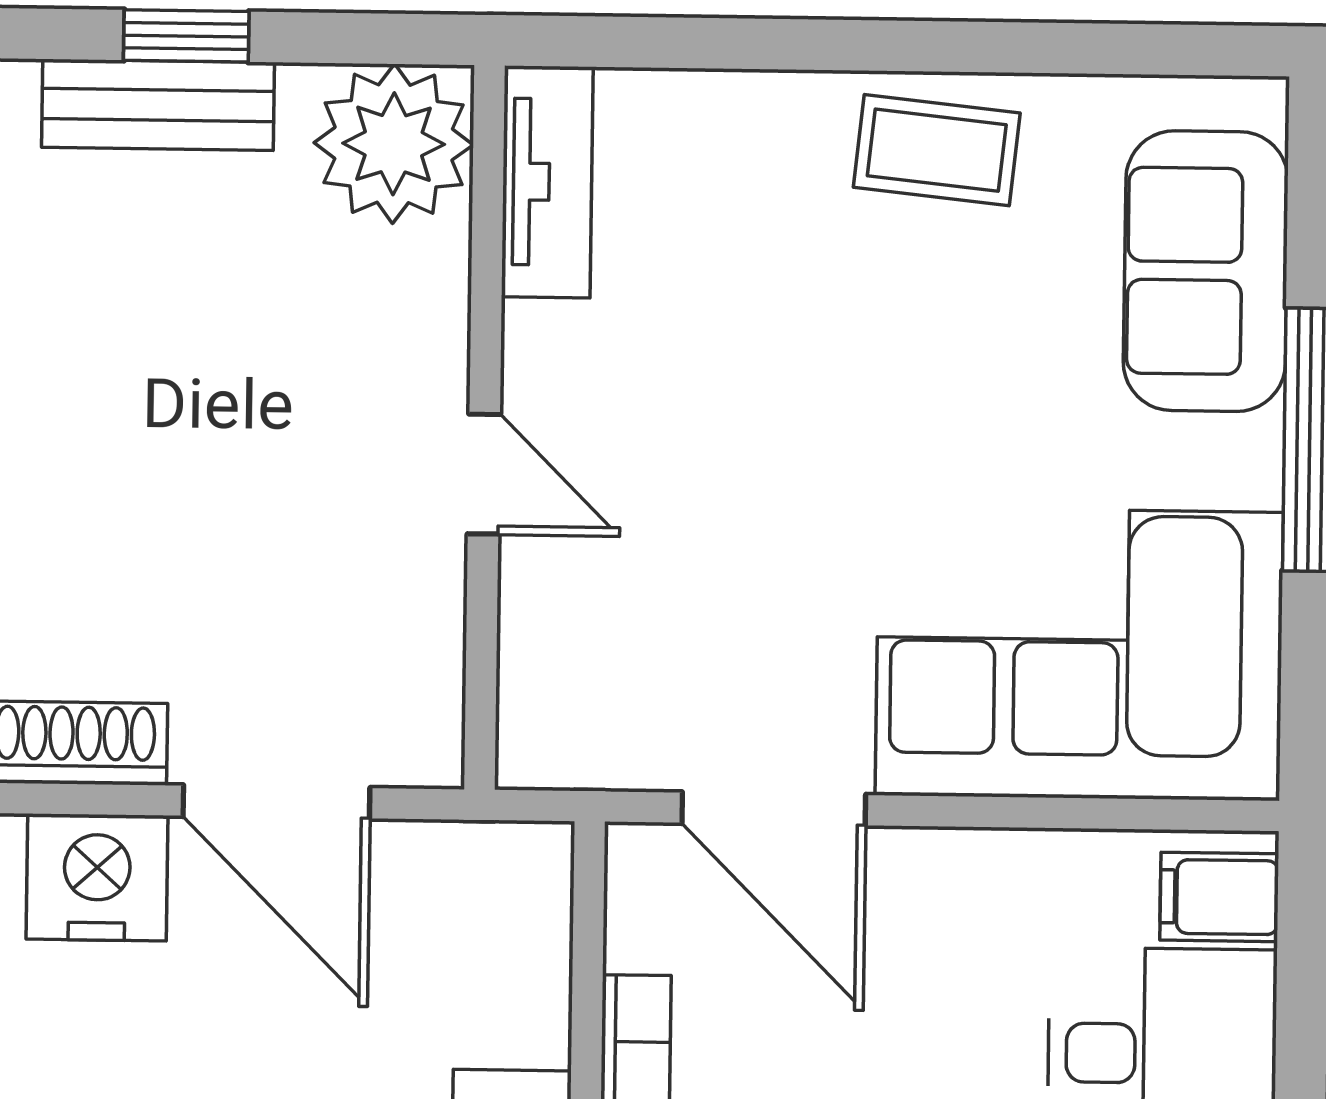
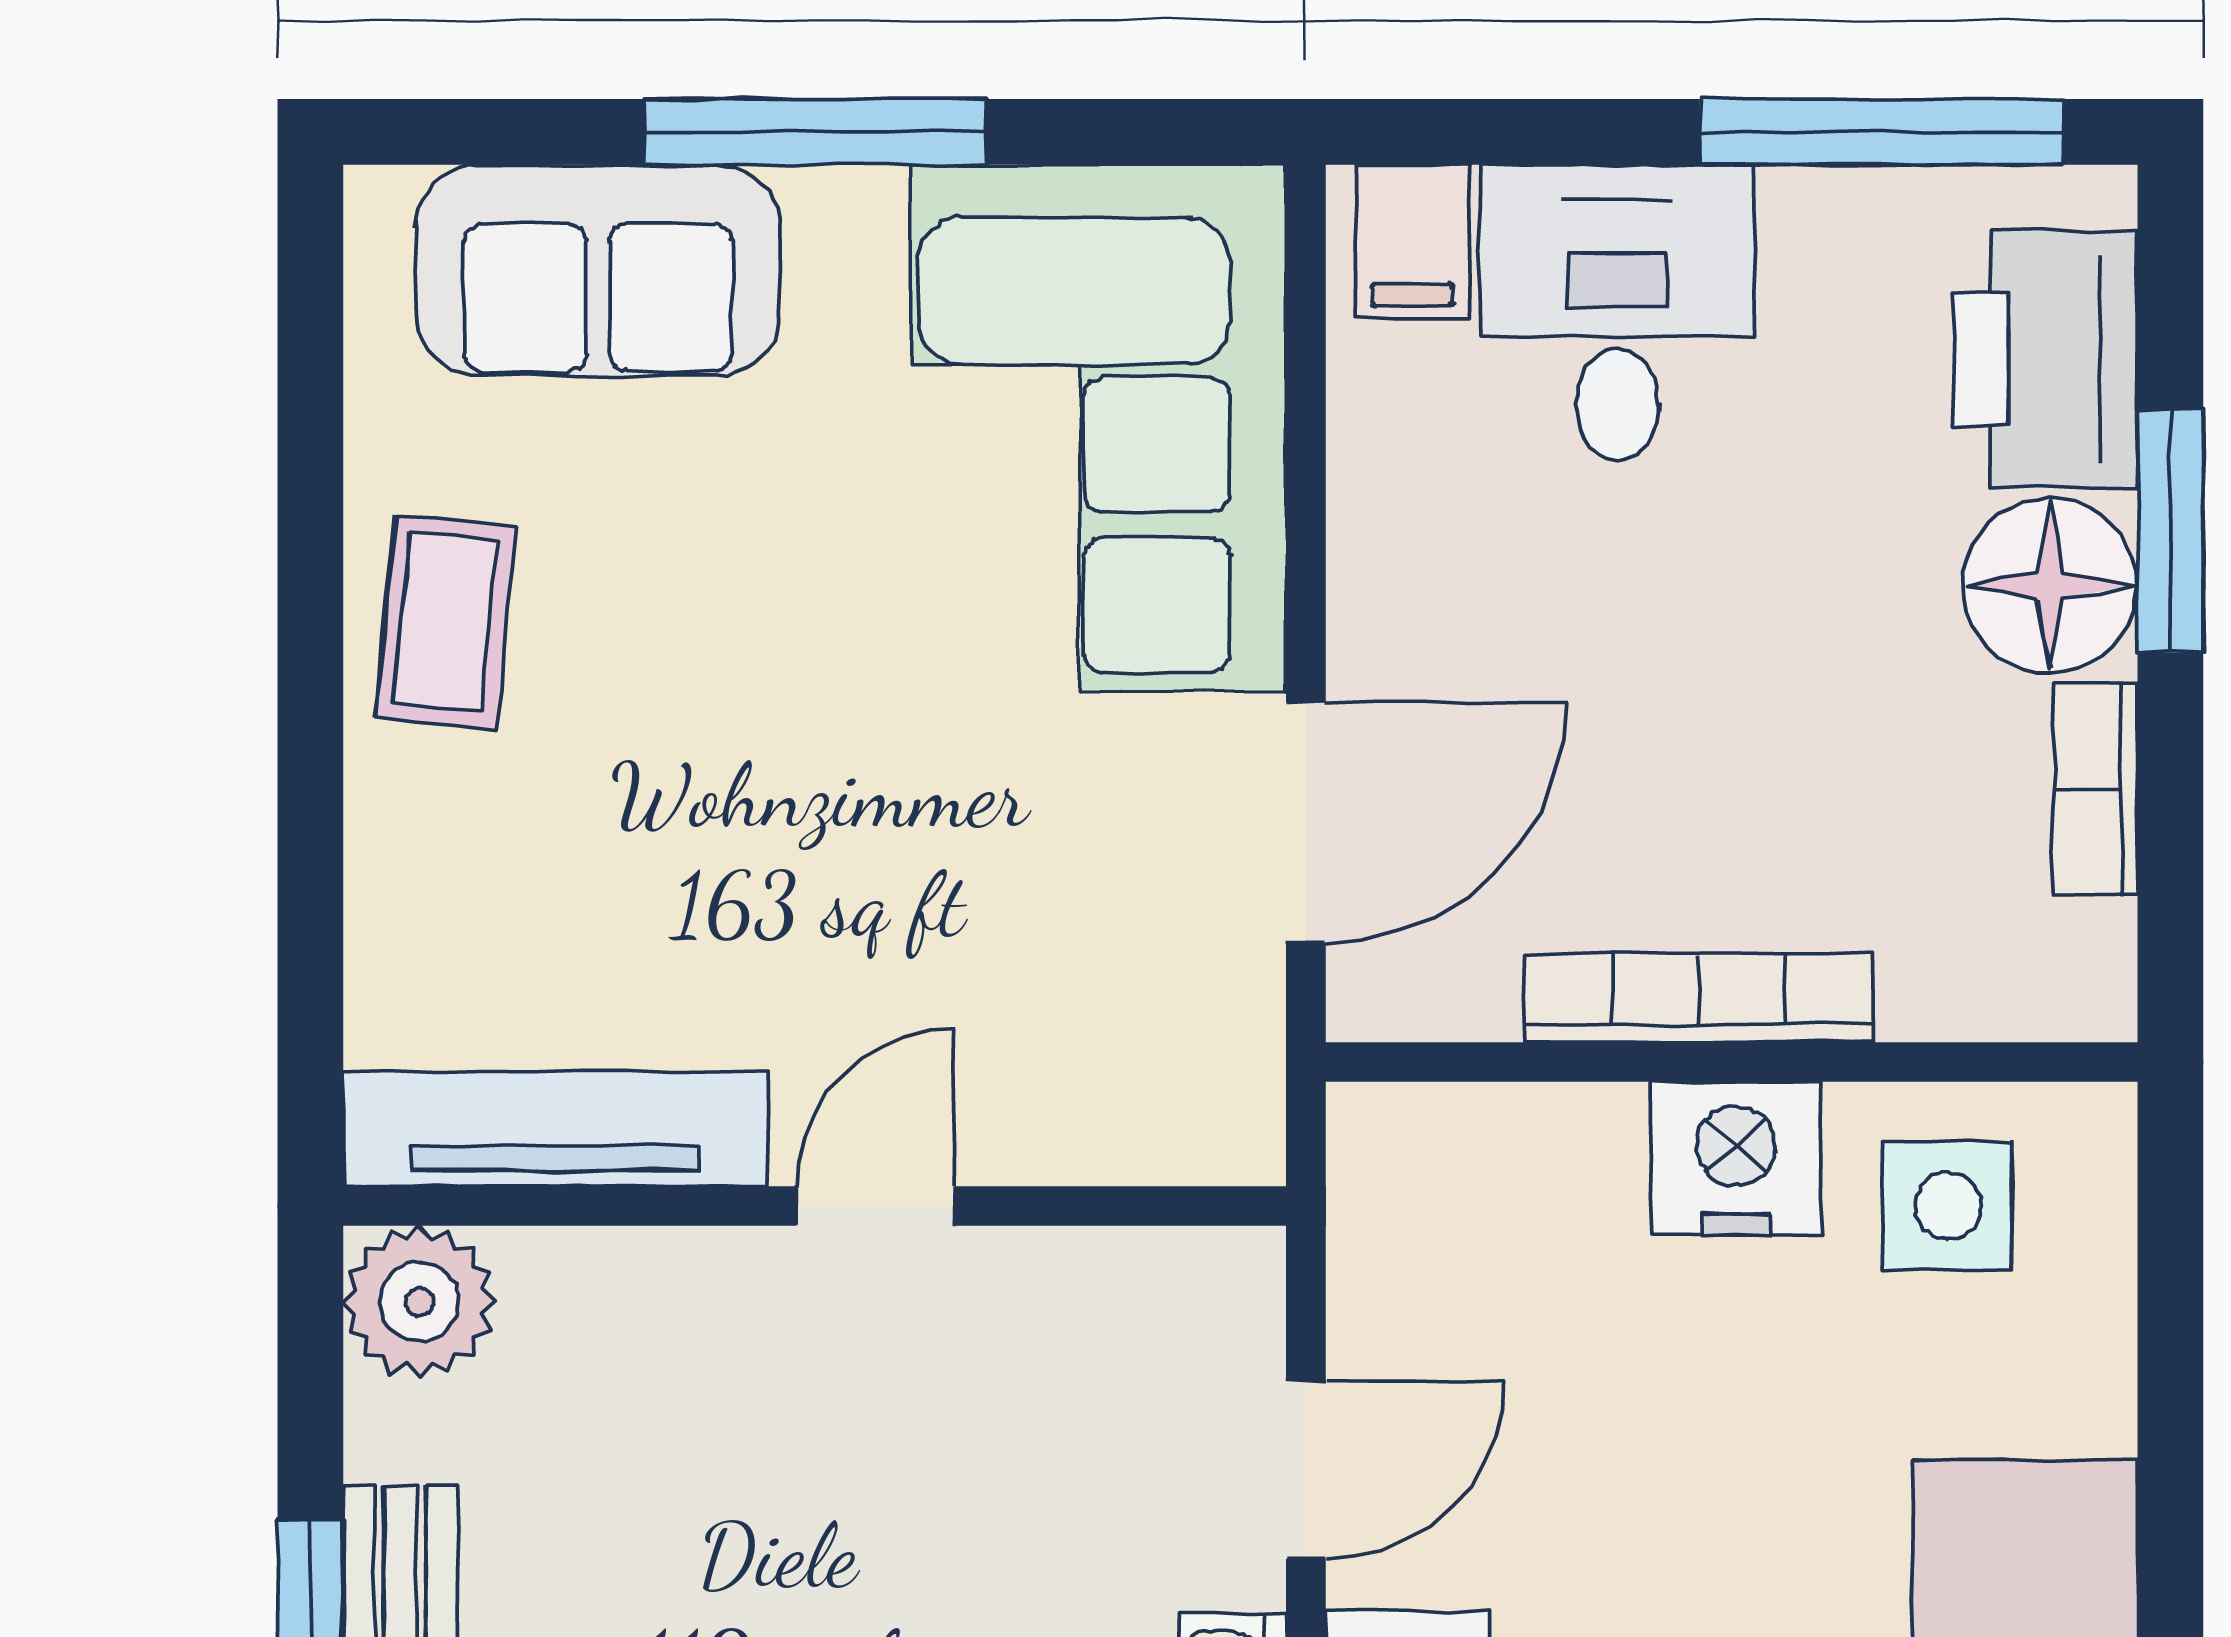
plant: (394, 144) -> (419, 1302), width x0.73, depth x0.73
tv unit: (547, 182) -> (555, 1129), width x1.41
door: (276, 802) -> (1306, 1470), width x0.73

